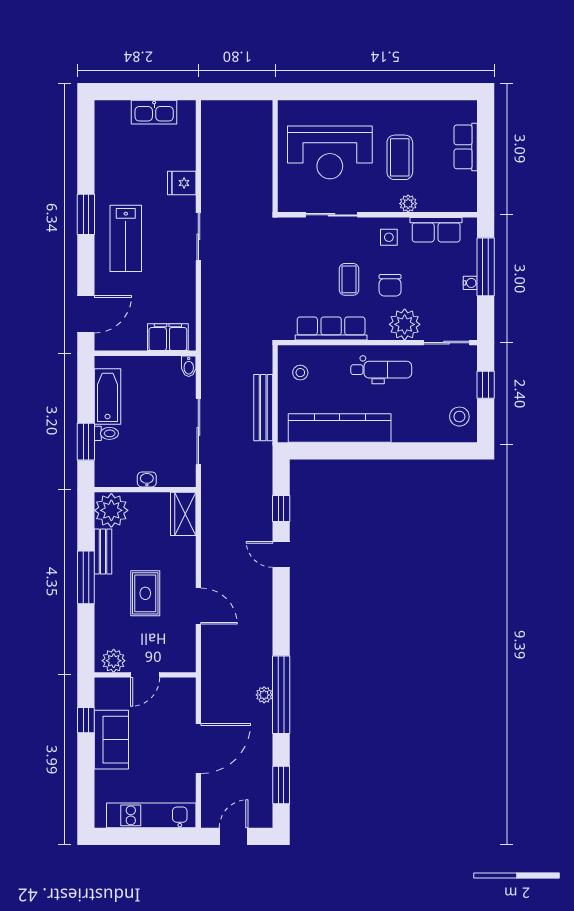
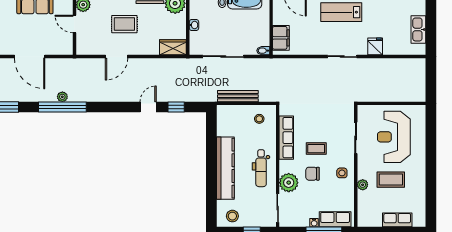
row of seats: (436, 230) -> (335, 219), moved, turned 90
kitchen counter: (340, 428) -> (225, 168), moved

